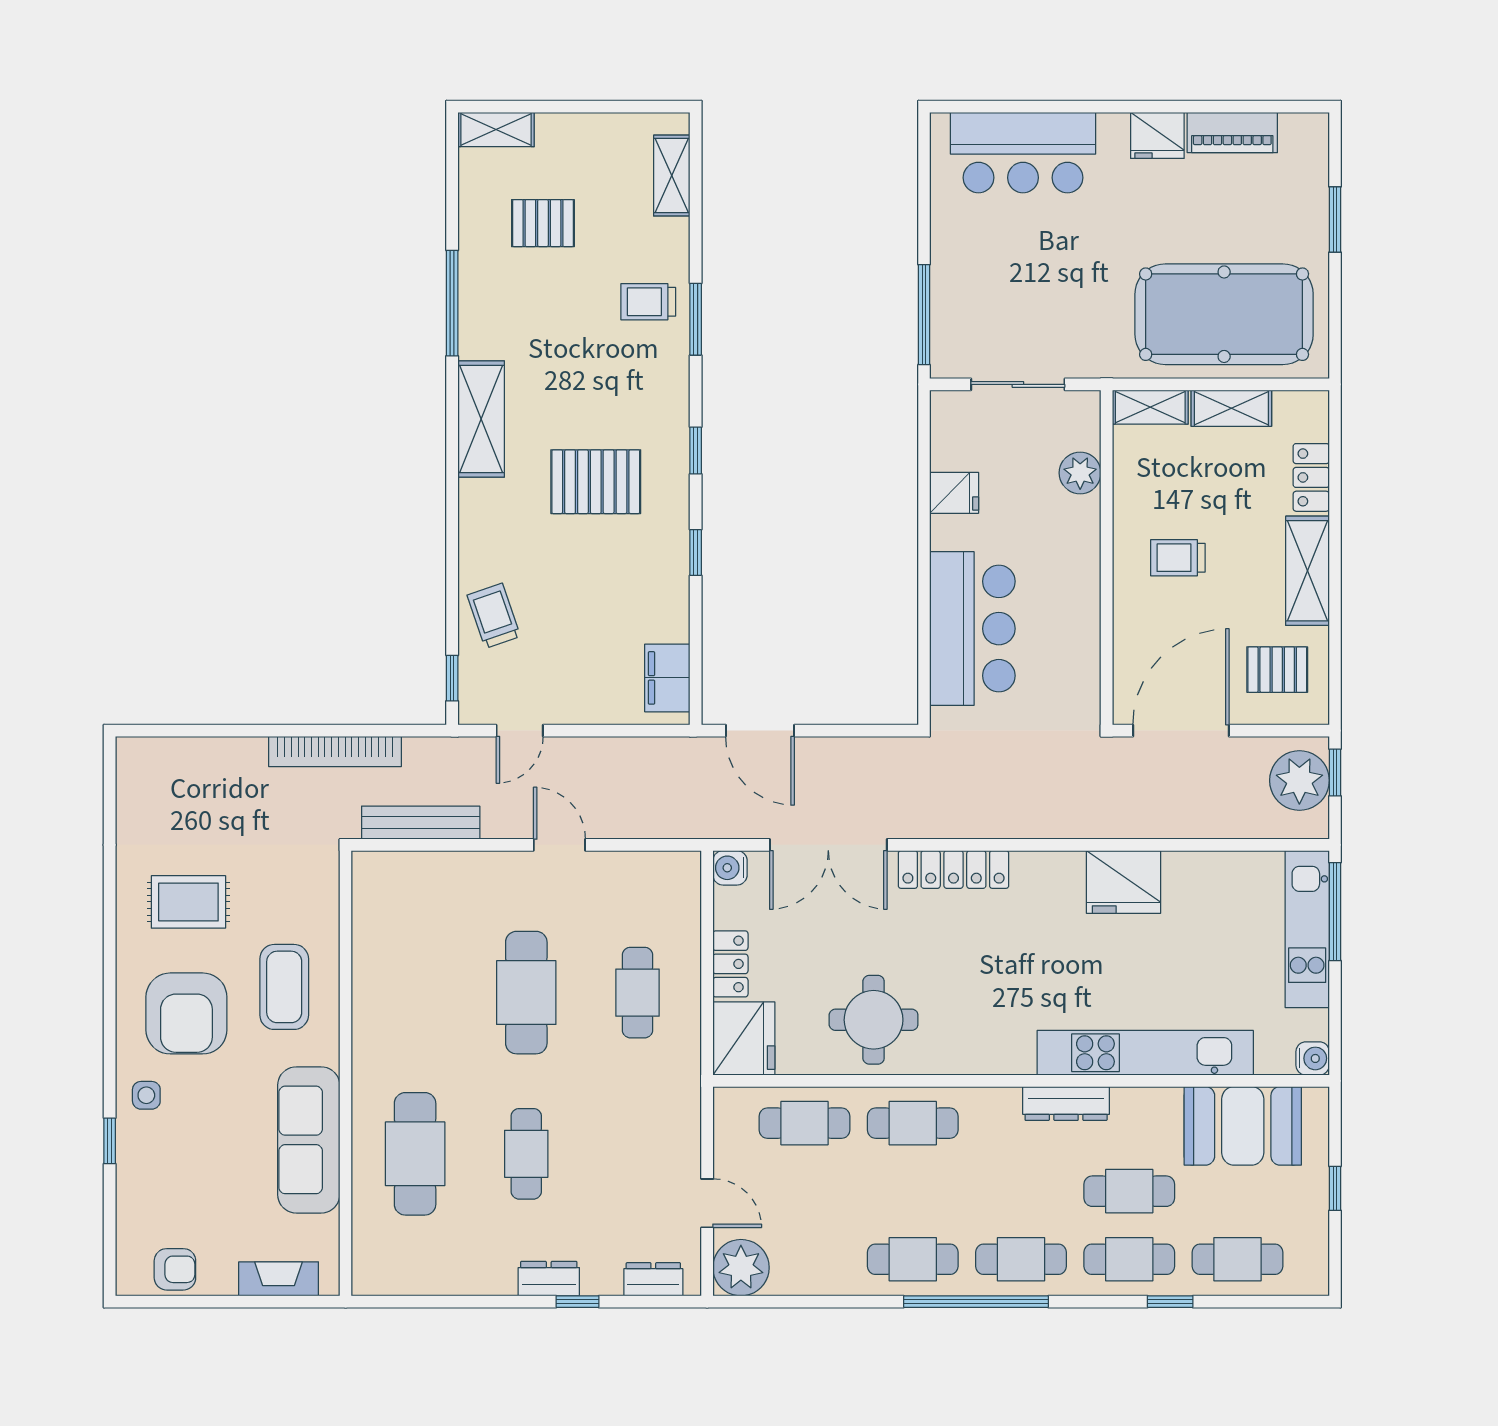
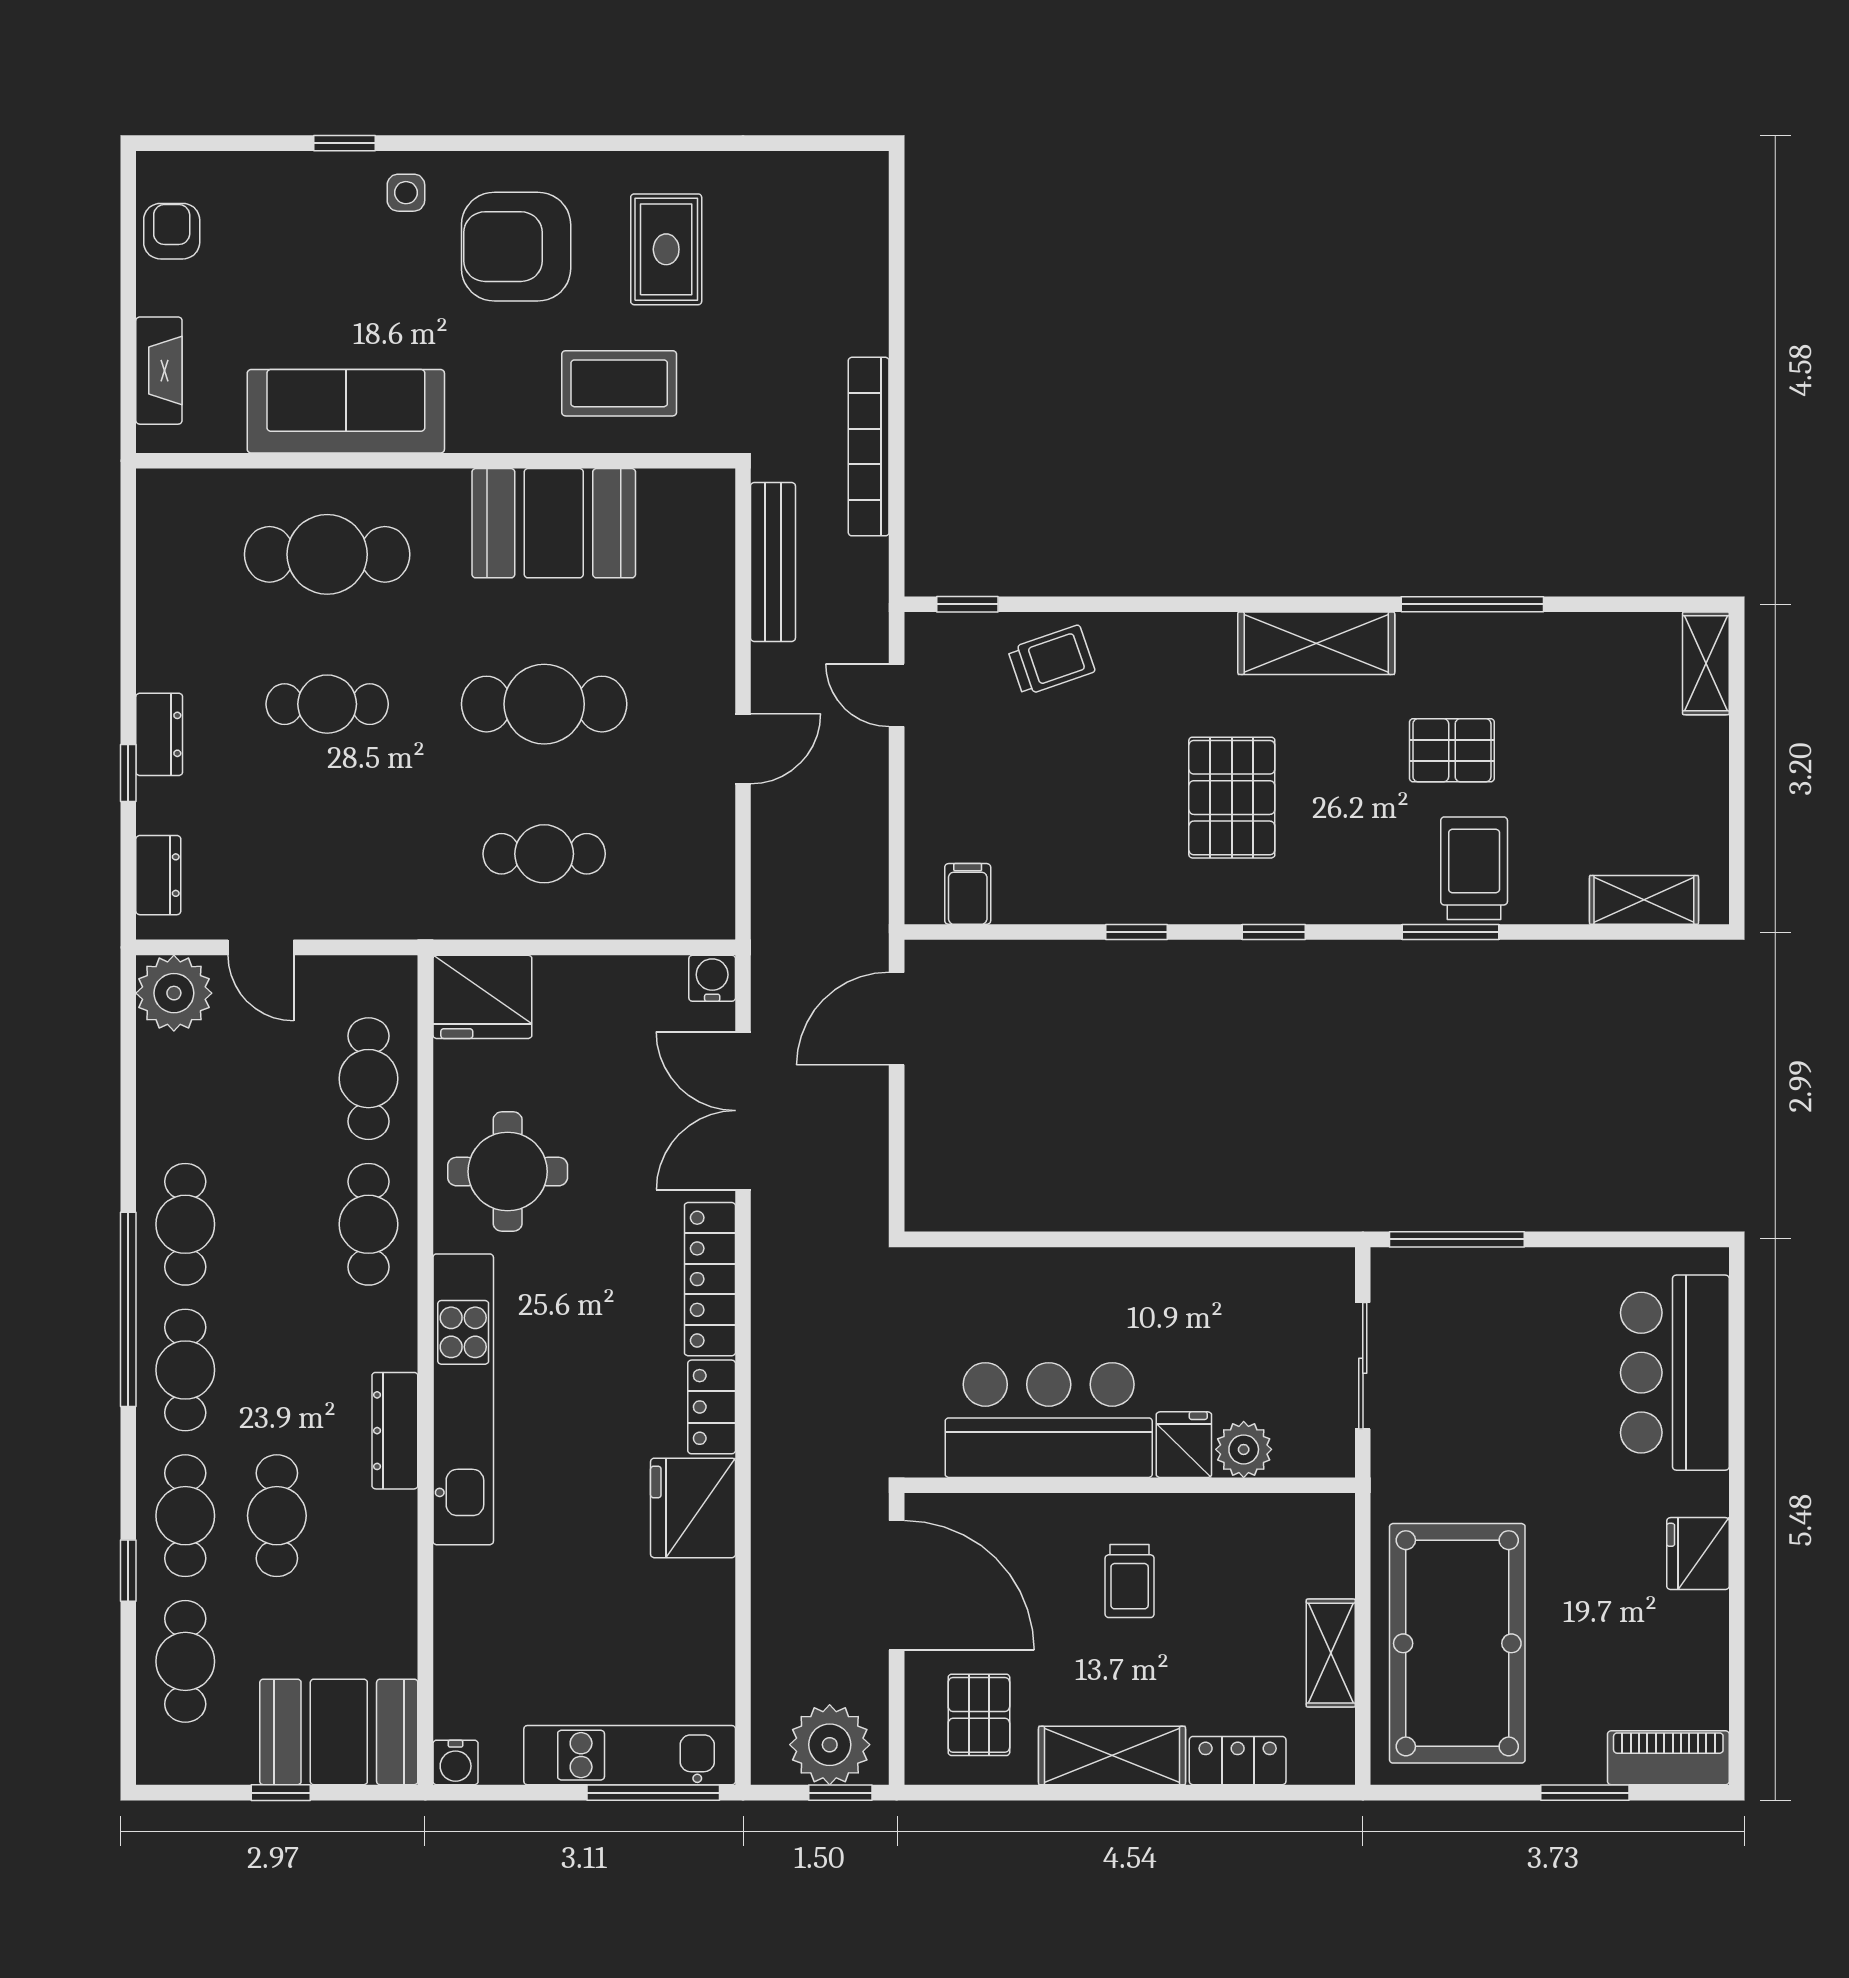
piano: (1232, 132) -> (1668, 1758), moved, turned 90
pallet: (543, 223) -> (1452, 750), moved, turned 90
trolley: (648, 302) -> (1474, 868), width x1.36, depth x1.39
shelving: (1150, 407) -> (1332, 1544), removed
fridge: (954, 493) -> (1184, 1445), moved, turned 180
trolley: (1178, 558) -> (1130, 1581), turned 180
bar counter: (972, 629) -> (1049, 1420), moved, turned 180
filing cabinet: (667, 678) -> (968, 894), width x0.50
locker: (730, 964) -> (712, 1407), moved, turned 90
booth: (392, 985) -> (554, 523), added
coffee table: (284, 987) -> (619, 383), moved
kitchen unit: (1145, 1053) -> (463, 1399), moved
booth: (1243, 1126) -> (339, 1732), moved, turned 90
door: (707, 1203) -> (261, 947), hinge flipped
armchair: (175, 1269) -> (172, 231), turned 180

